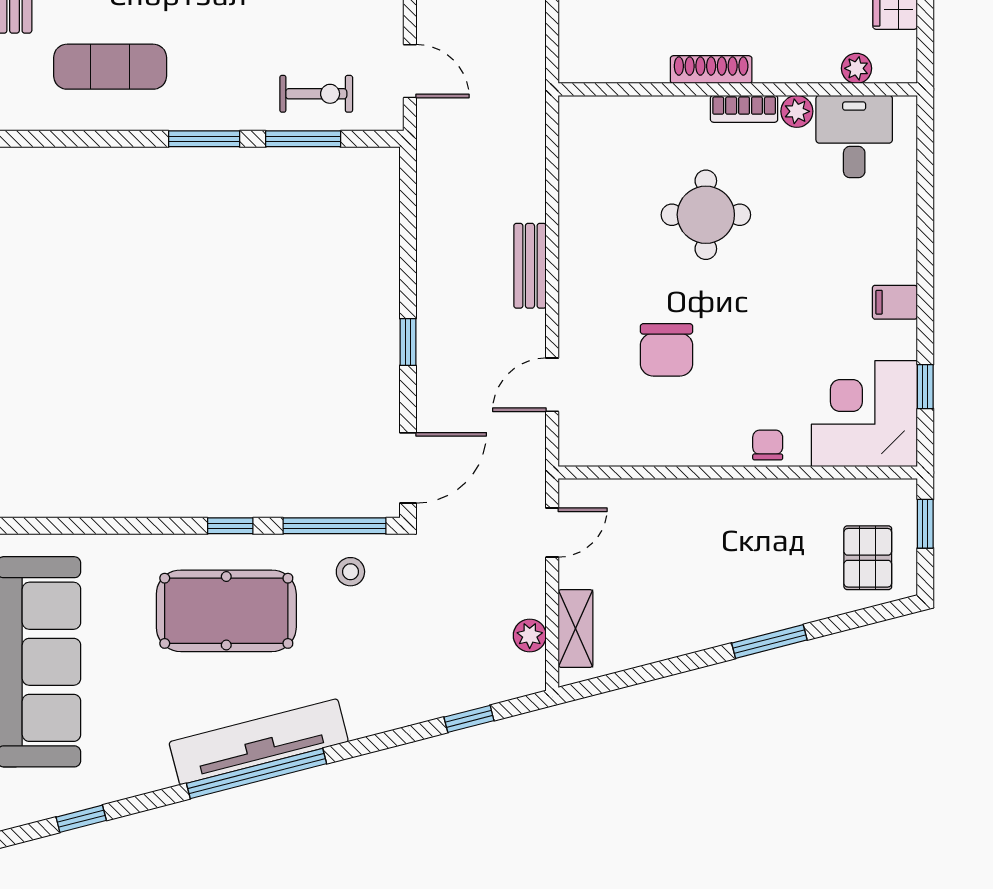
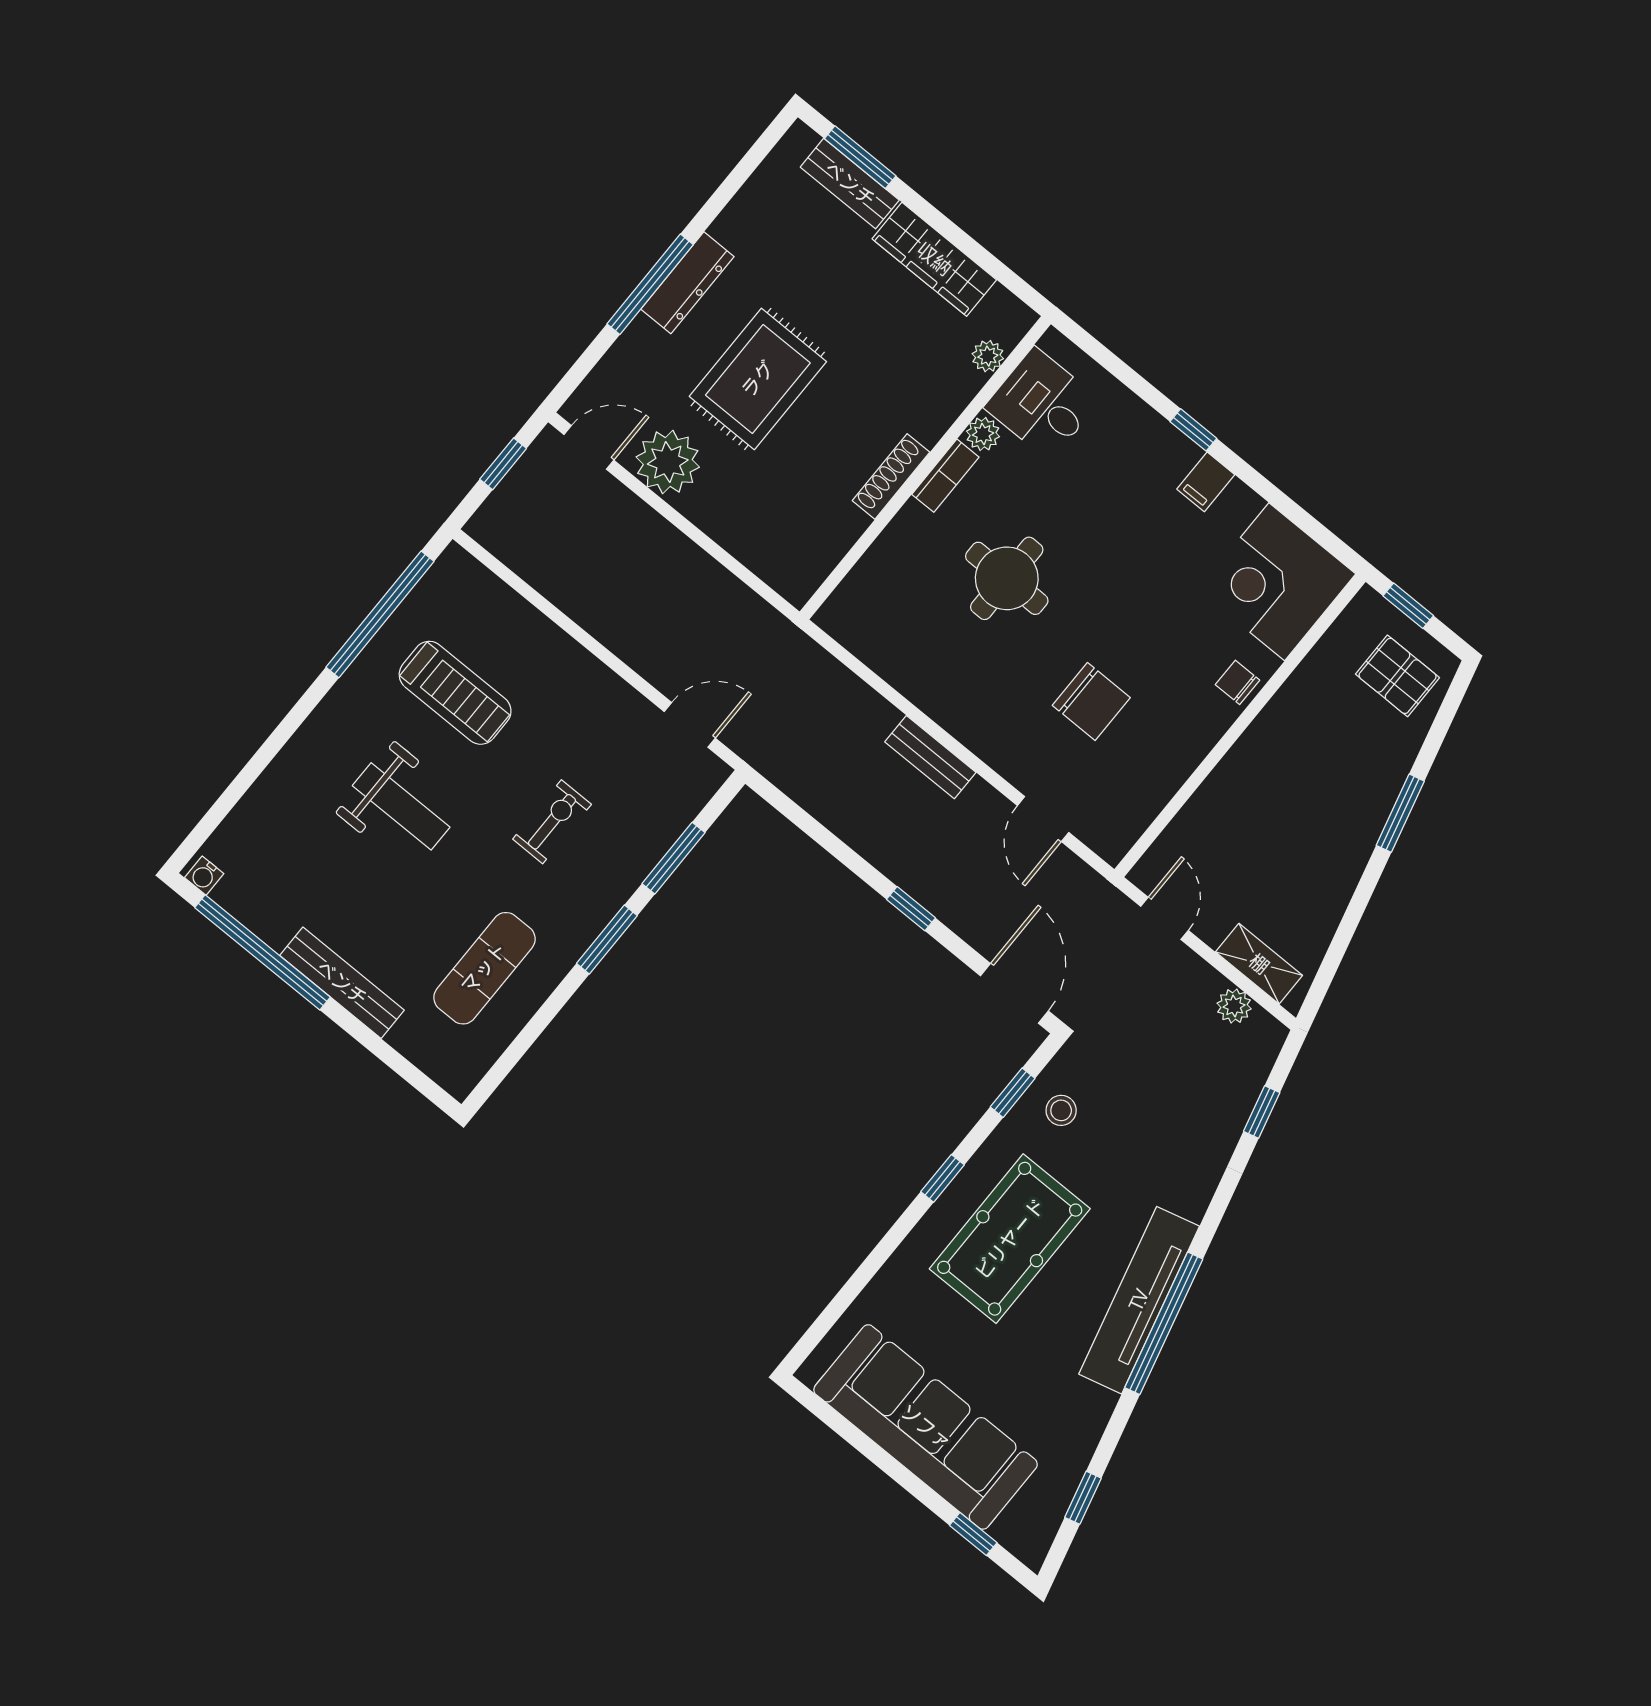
exercise bike: (316, 94) -> (552, 822), moved
window: (925, 387) -> (1193, 430), moved
window: (334, 526) -> (1013, 1093), width x0.46

